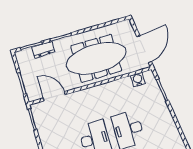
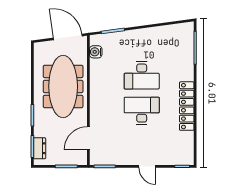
dresser: (43, 50) -> (40, 148), moved

